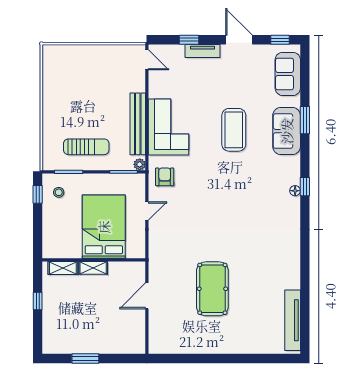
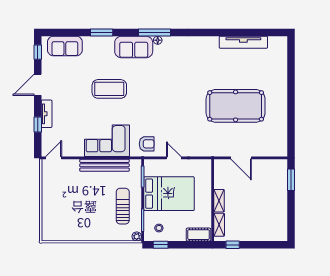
sofa: (287, 131) -> (134, 47), moved
plant: (140, 164) -> (137, 236), moved
armchair: (165, 177) -> (147, 144), turned 180
window: (305, 187) -> (154, 32), width x2.17
bed: (104, 227) -> (169, 194), moved, turned 180
cot: (51, 242) -> (198, 235), added
pool table: (212, 289) -> (236, 106), width x1.36, depth x1.32
window: (38, 301) -> (233, 245), moved
tv unit: (293, 320) -> (243, 42), moved
window: (85, 359) -> (291, 180), moved

